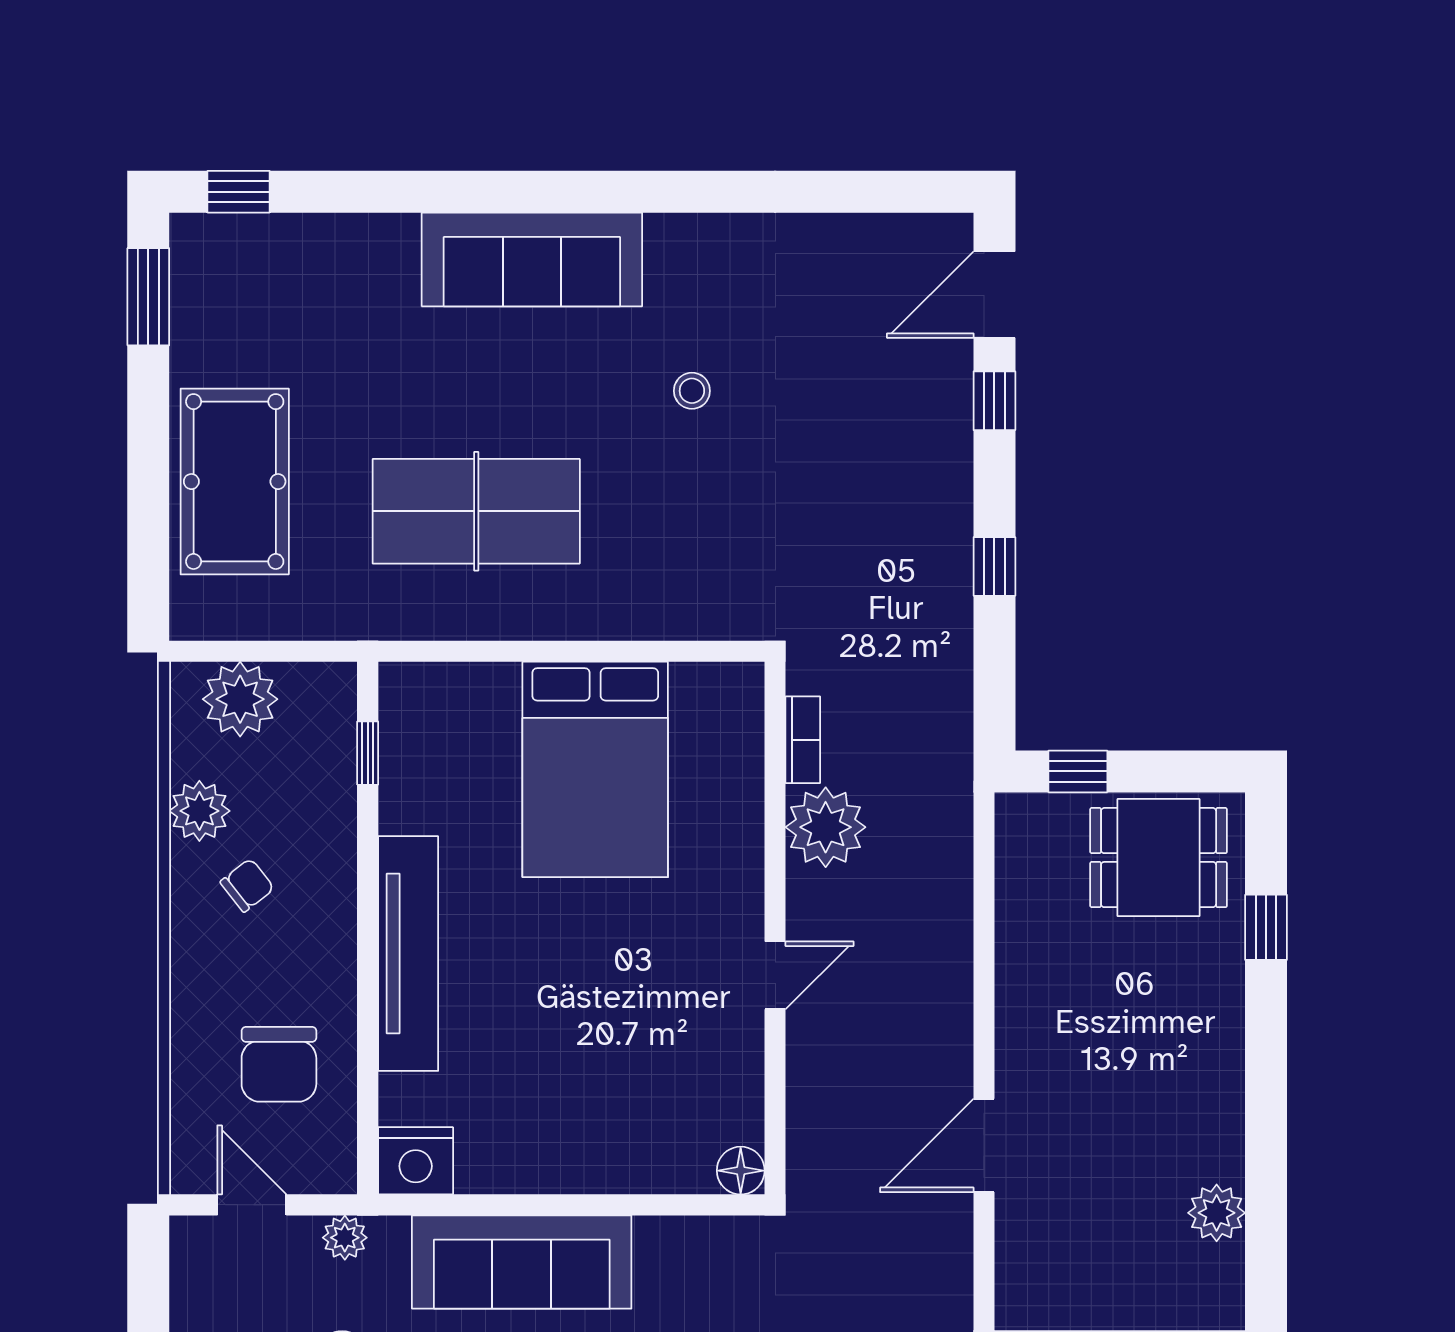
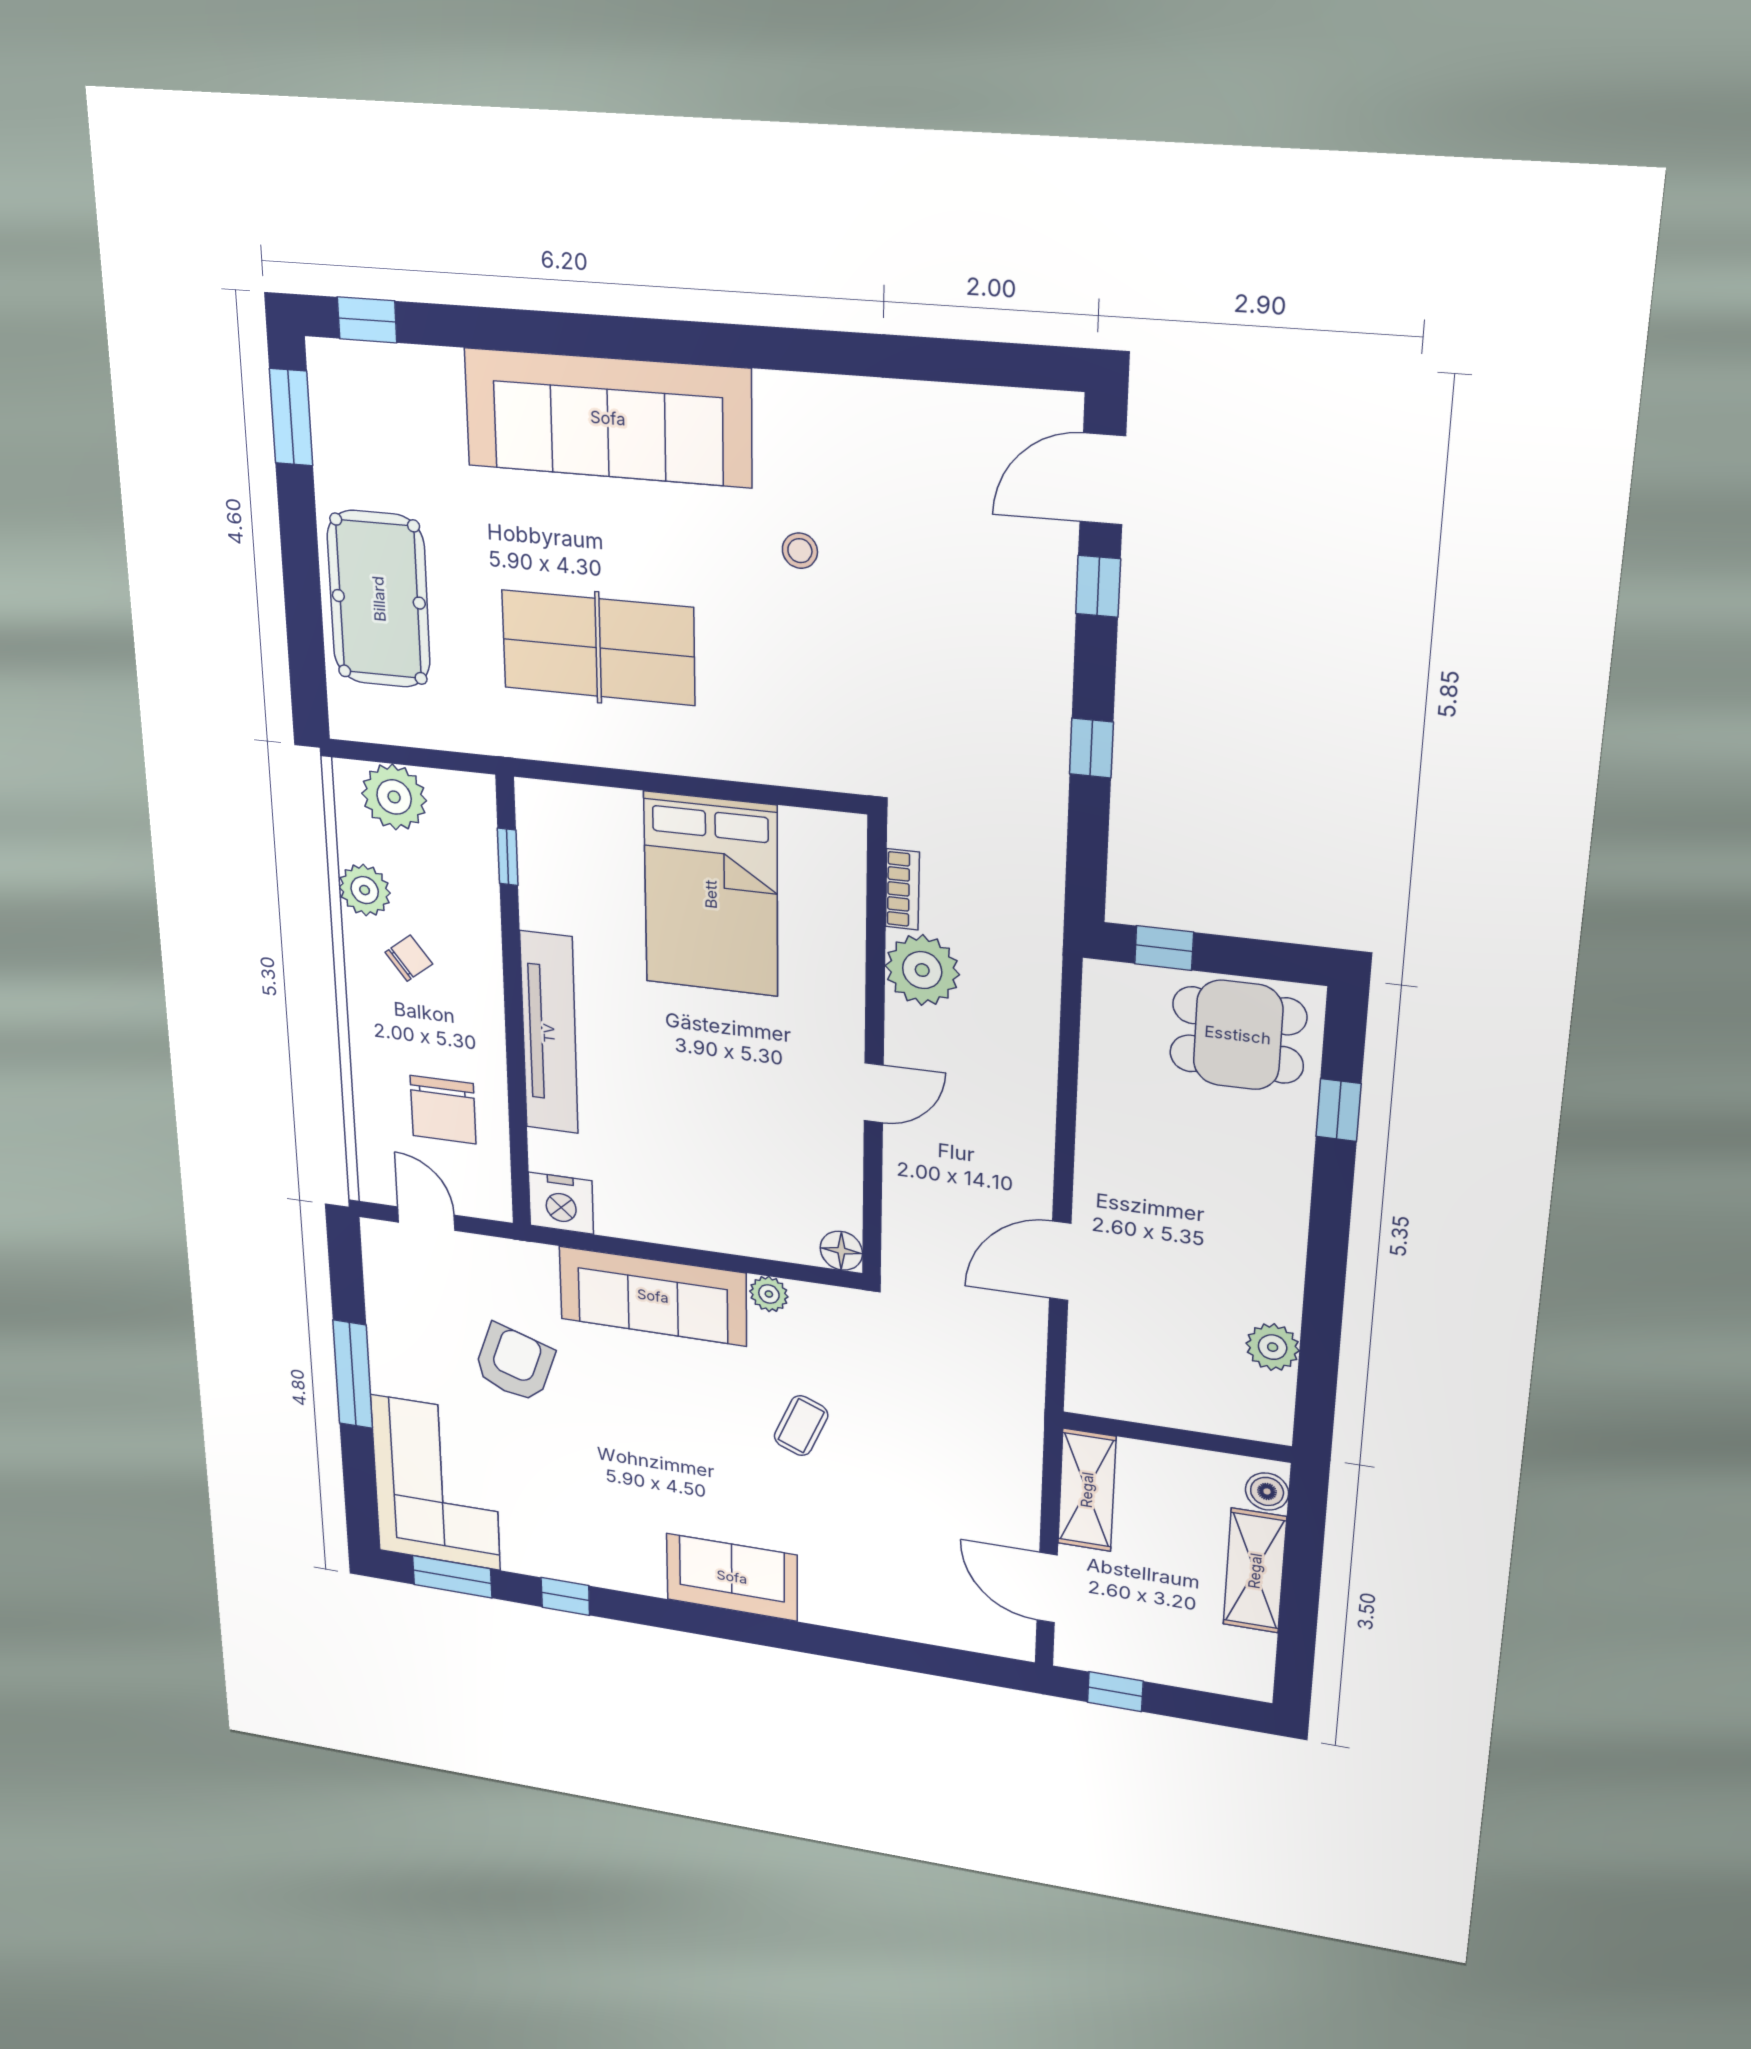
sofa: (532, 259) -> (608, 418), width x1.36, depth x1.27
plant: (345, 1238) -> (769, 1294), moved

